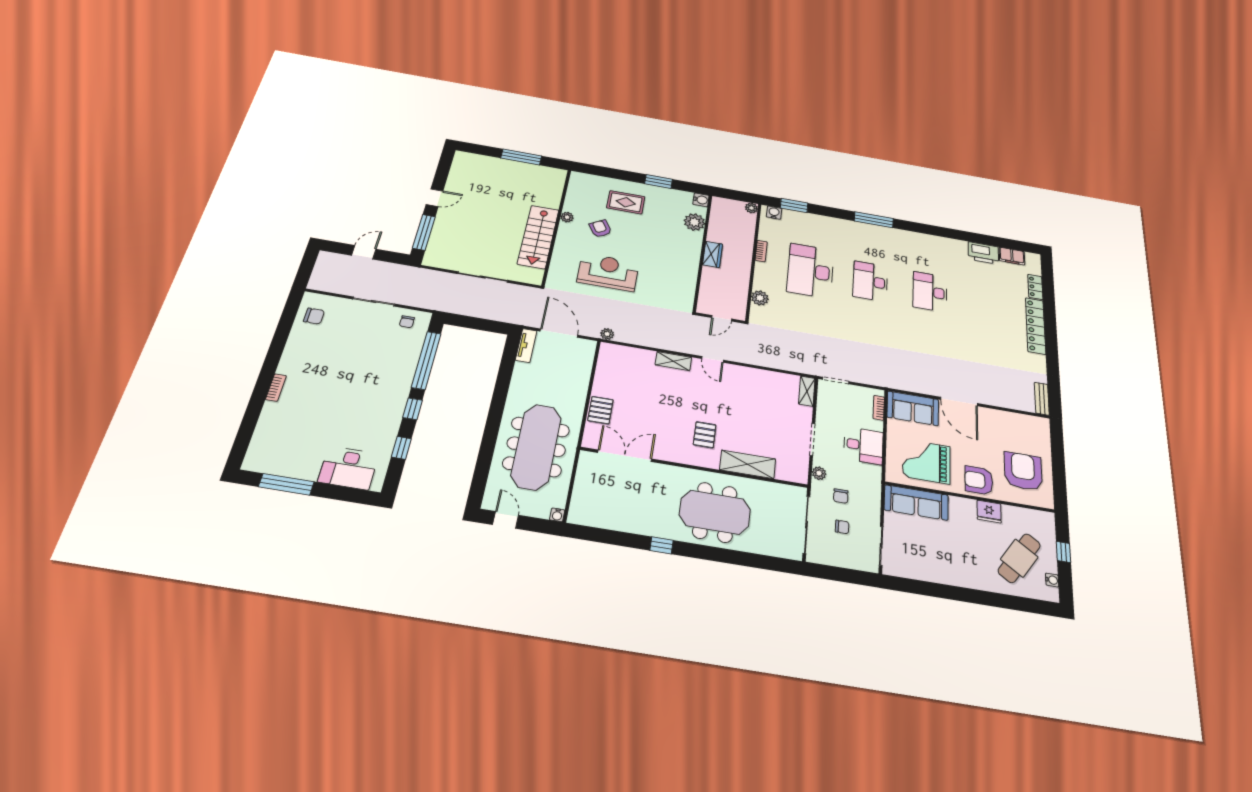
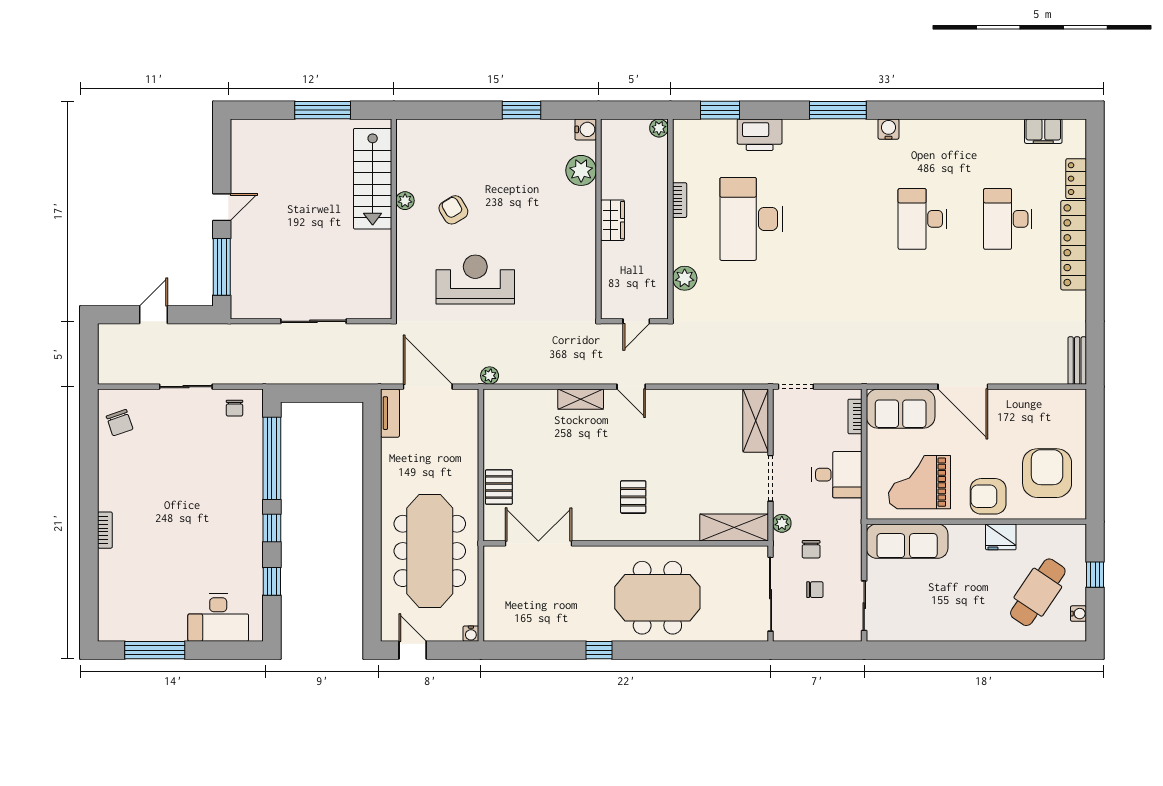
rug: (626, 202) -> (481, 157), removed
water cooler: (774, 213) -> (888, 129), moved
stairs: (538, 237) -> (373, 179), moved
printer: (983, 253) -> (760, 135), moved
desk: (870, 281) -> (1008, 219), moved
chair: (314, 316) -> (120, 423), turned 71
shelving: (807, 391) -> (756, 421), width x1.50, depth x1.33
shelving: (748, 464) -> (734, 528), moved

